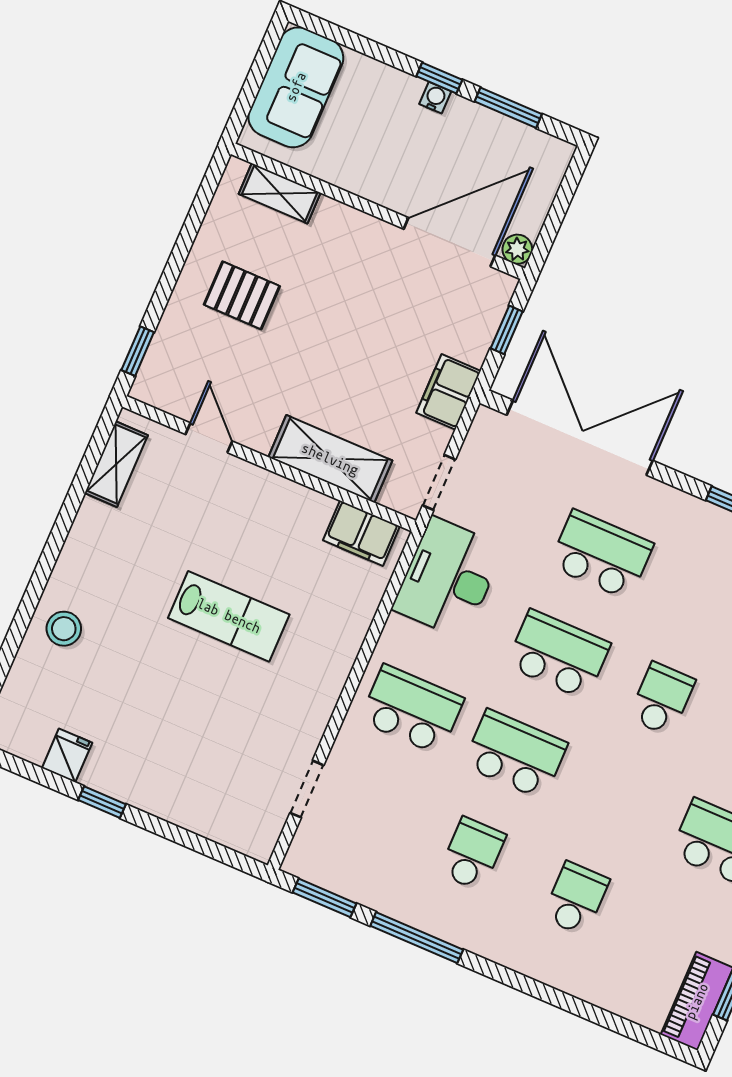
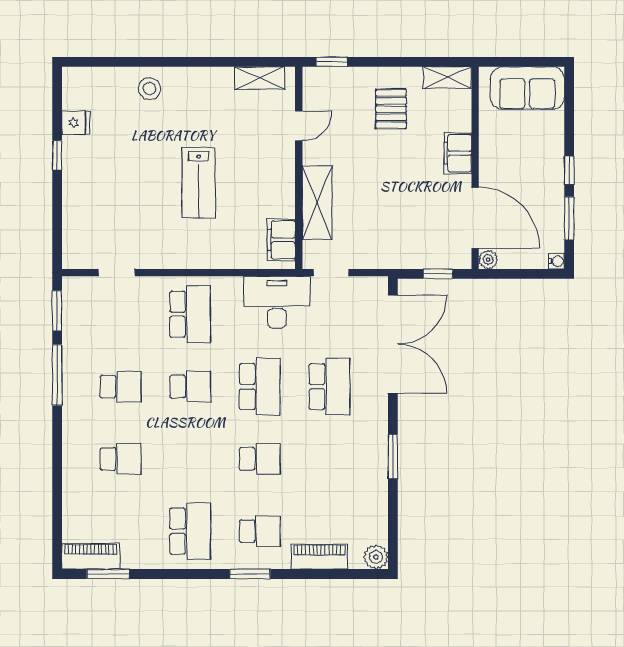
water cooler: (435, 98) -> (557, 261), moved
shelving: (280, 193) -> (447, 77), moved, turned 90
filing cabinet: (449, 392) -> (458, 153), moved, turned -90
school desk: (515, 754) -> (190, 387), width x0.54

